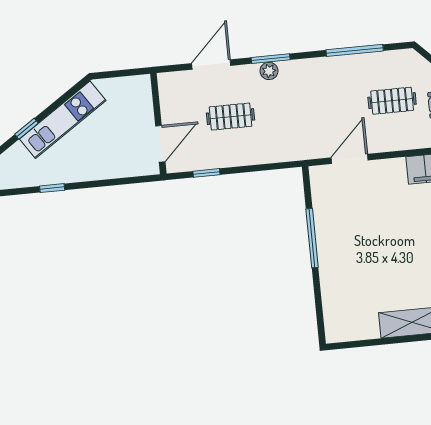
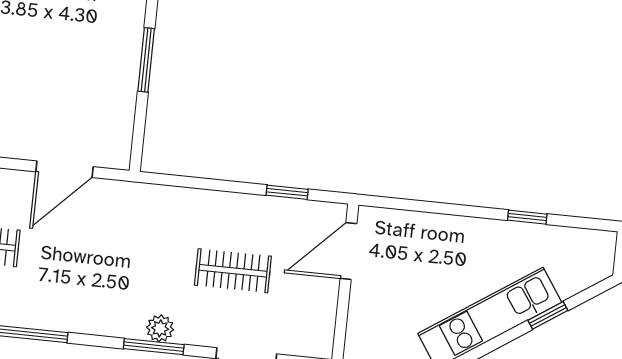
window: (312, 238) -> (146, 60), width x0.69

